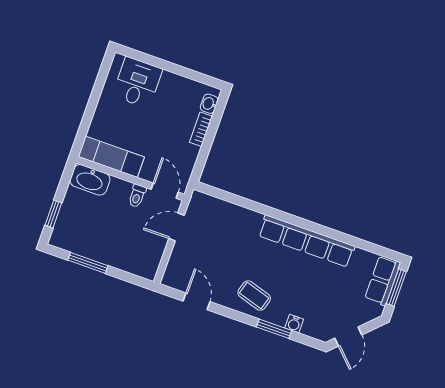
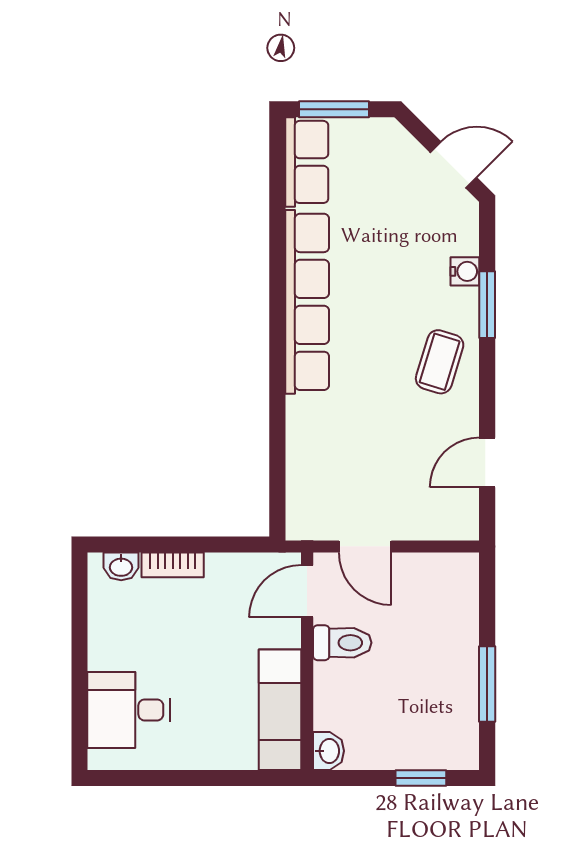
washbasin: (90, 180) -> (328, 751), width x0.52, depth x0.69
toilet: (137, 196) -> (342, 643), width x1.37, depth x1.39
row of seats: (383, 281) -> (307, 162), moved, turned -90

